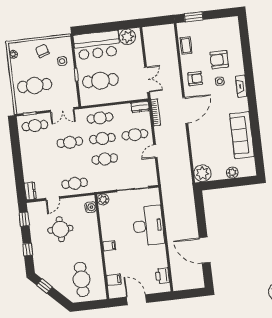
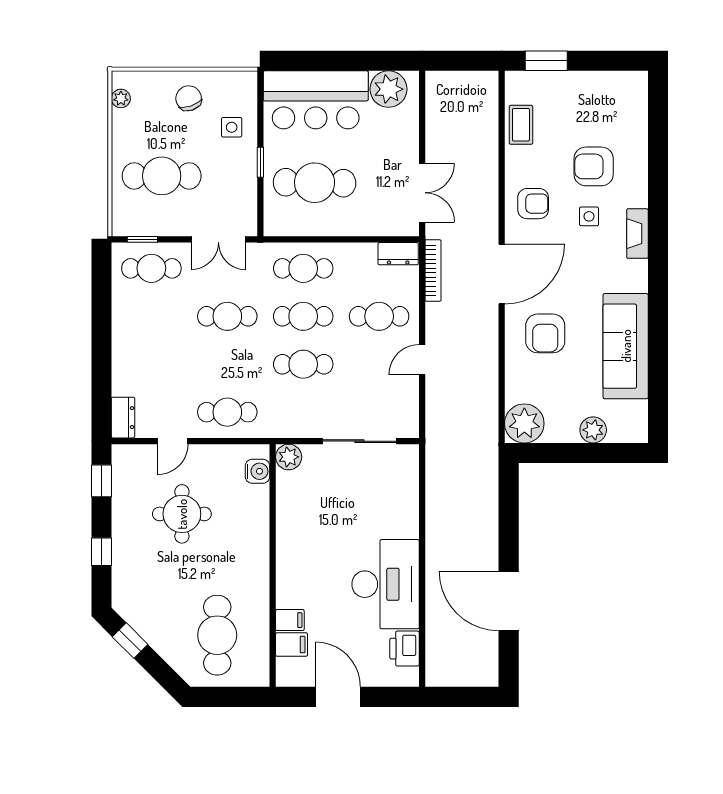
armchair: (207, 134) -> (545, 333), added
desk: (148, 226) -> (386, 584), moved
filing cabinet: (109, 246) -> (290, 620), moved

